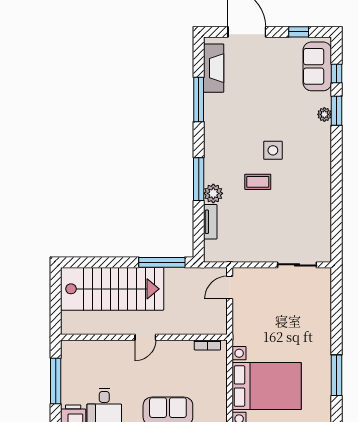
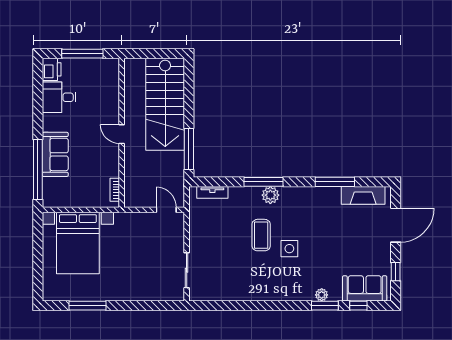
coffee table: (258, 182) -> (261, 235), width x1.36, depth x1.30
plant: (213, 193) -> (270, 195), moved
tv unit: (210, 222) -> (212, 192), moved

